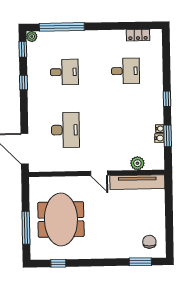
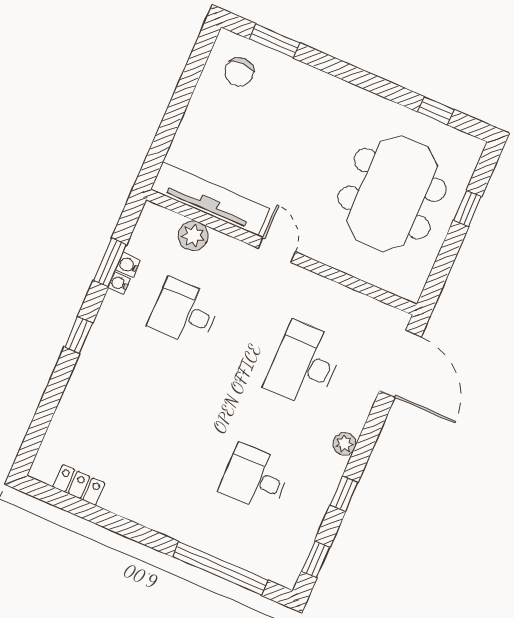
plant: (32, 37) -> (345, 444), moved
desk: (125, 71) -> (184, 312), moved
window: (26, 228) -> (468, 208), width x0.46

